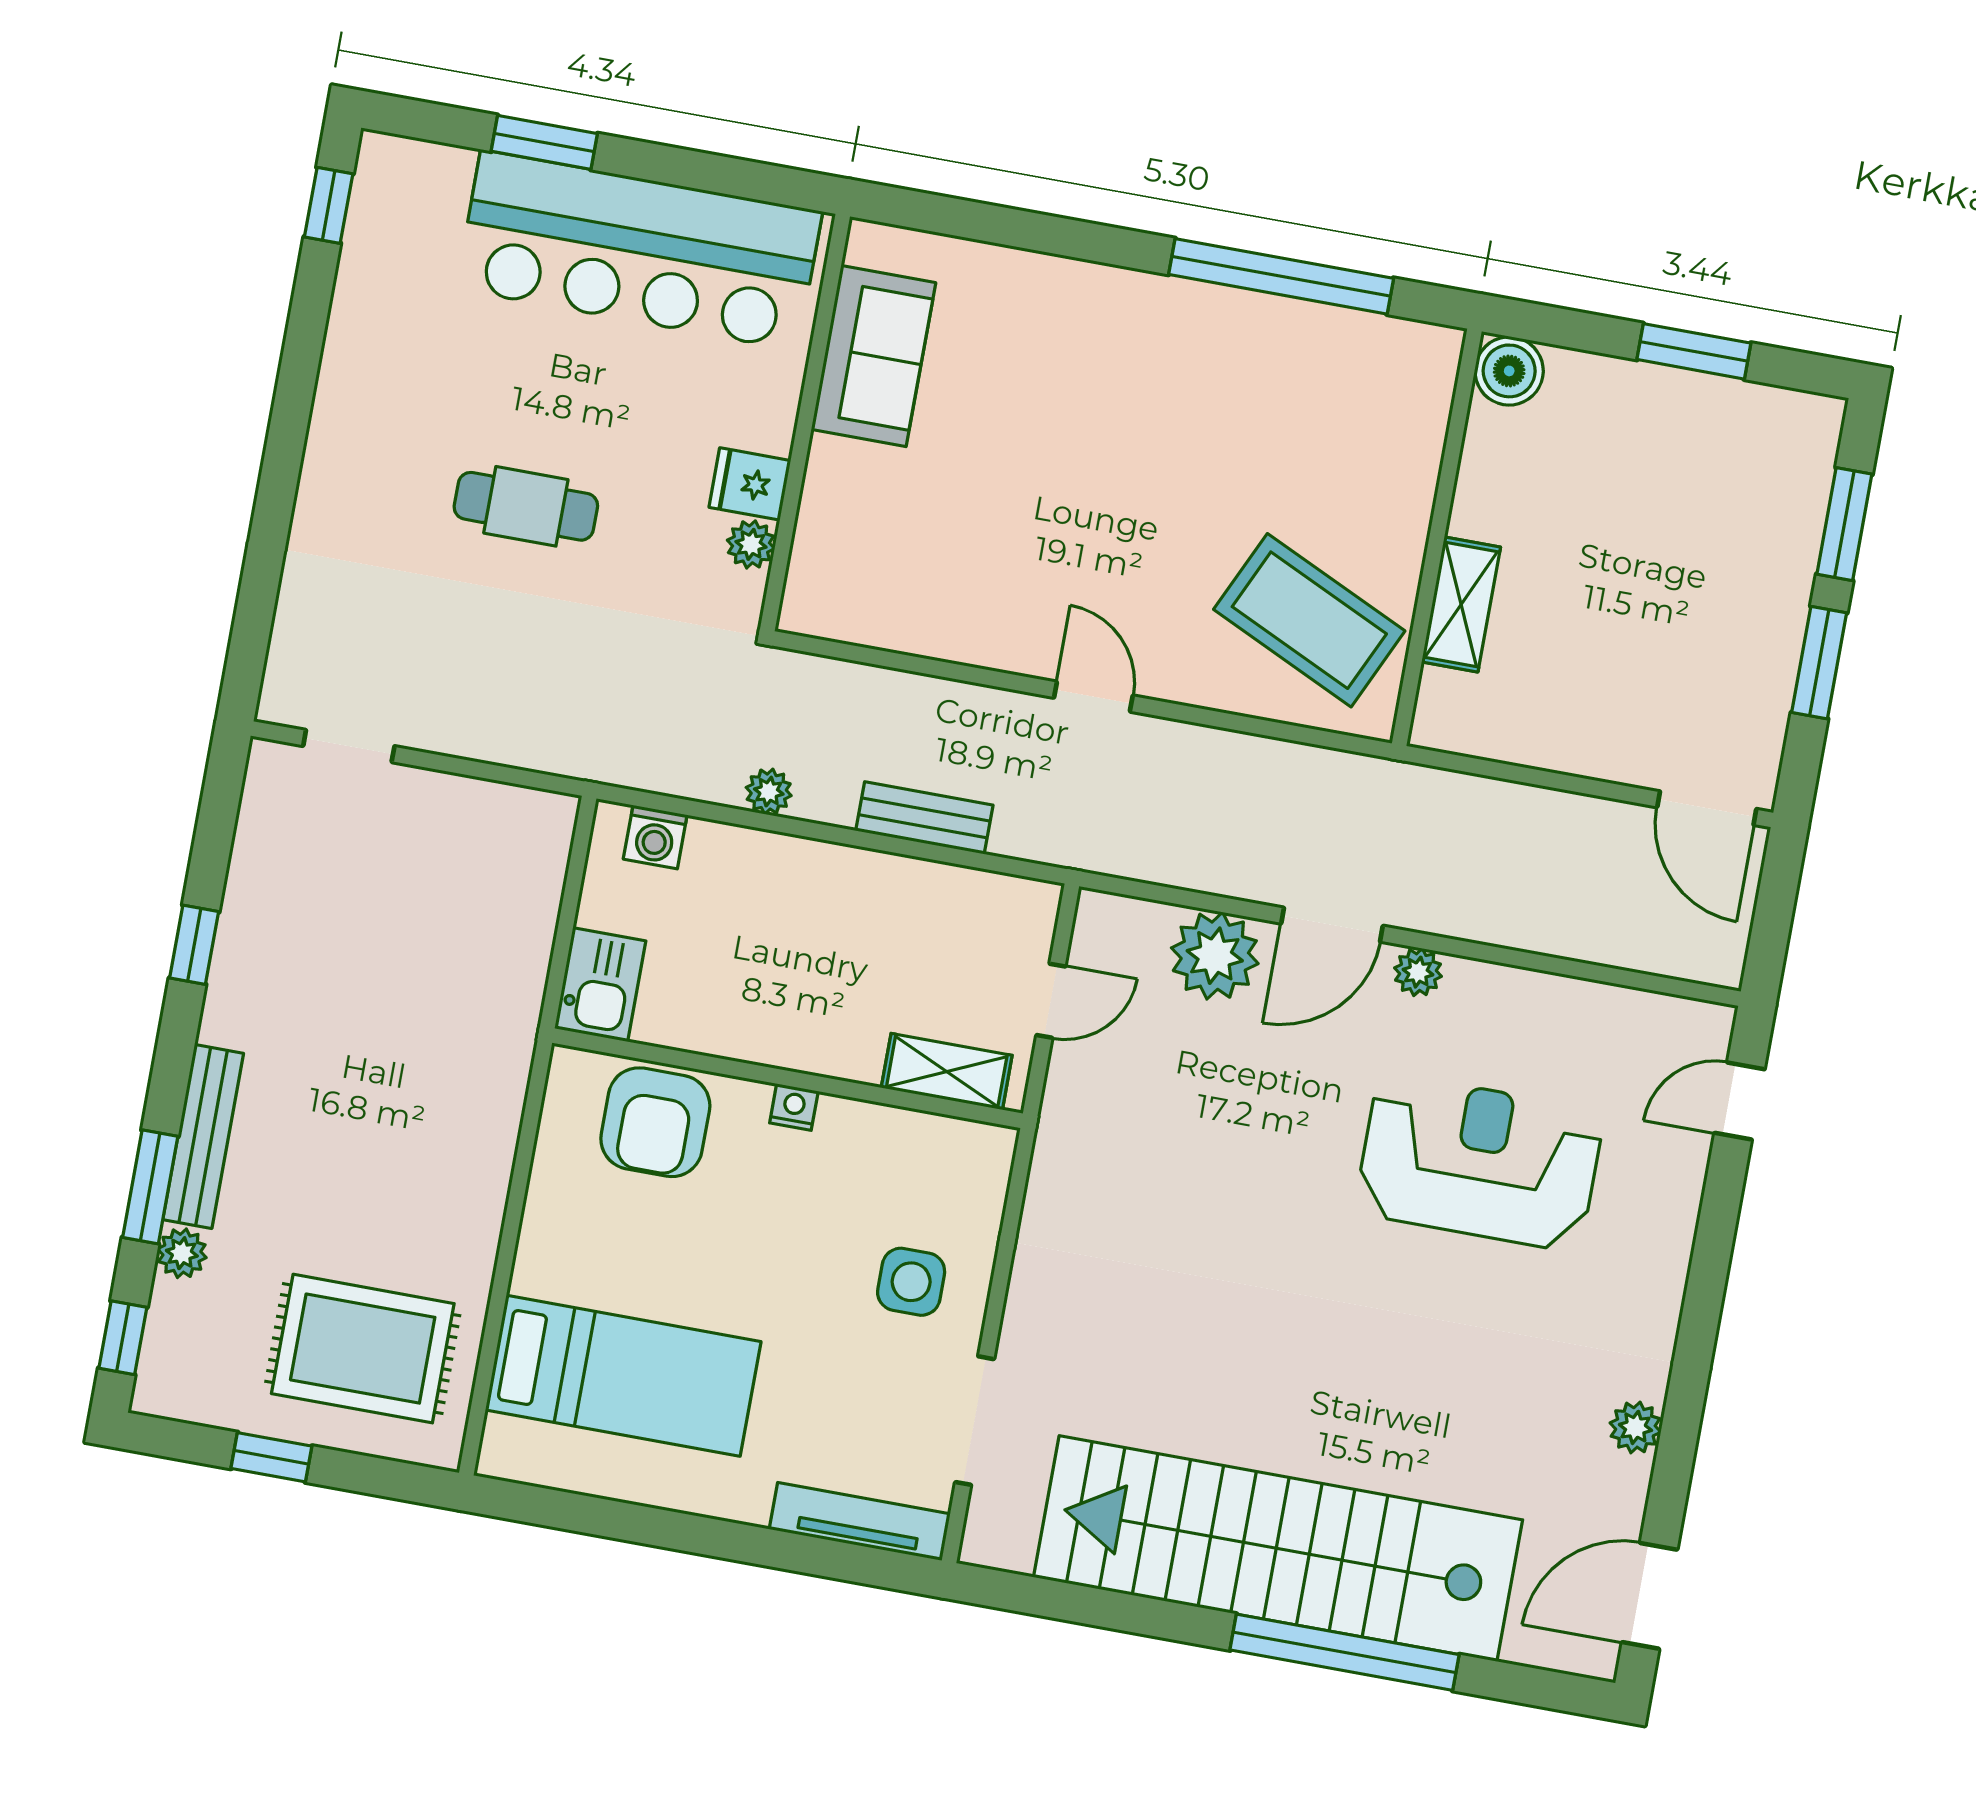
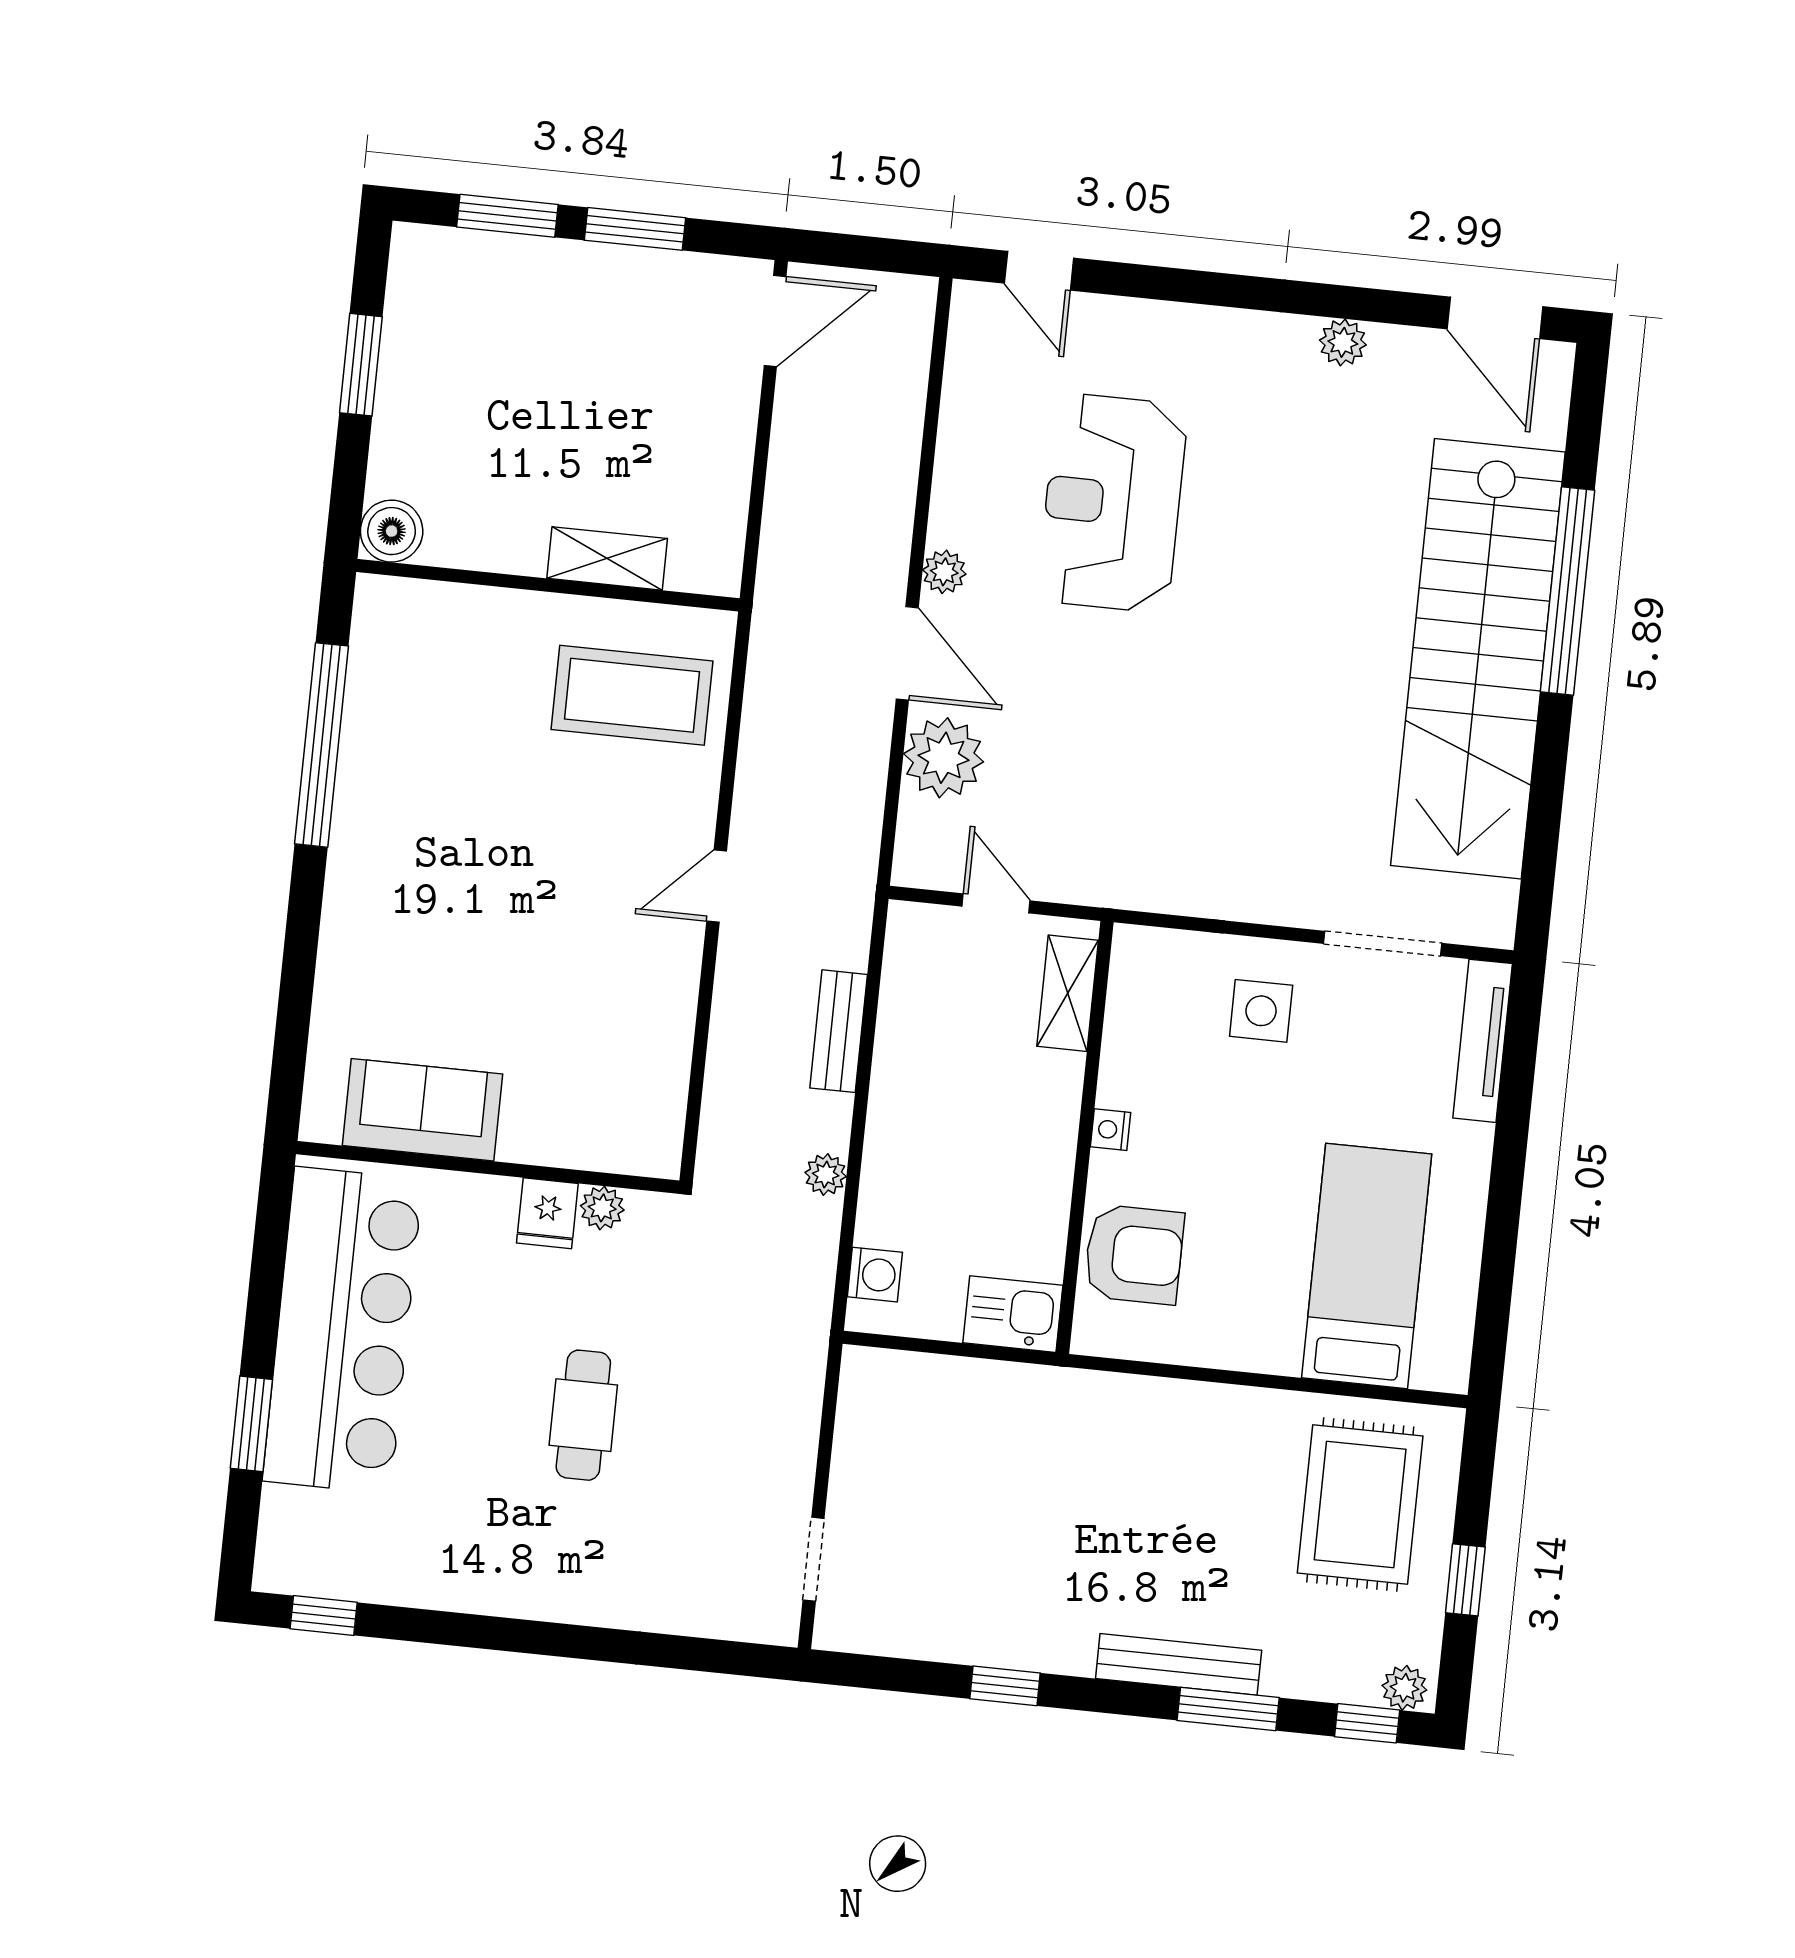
coffee table: (1309, 620) -> (632, 695), turned 65
plant: (182, 1253) -> (1404, 1688), moved

